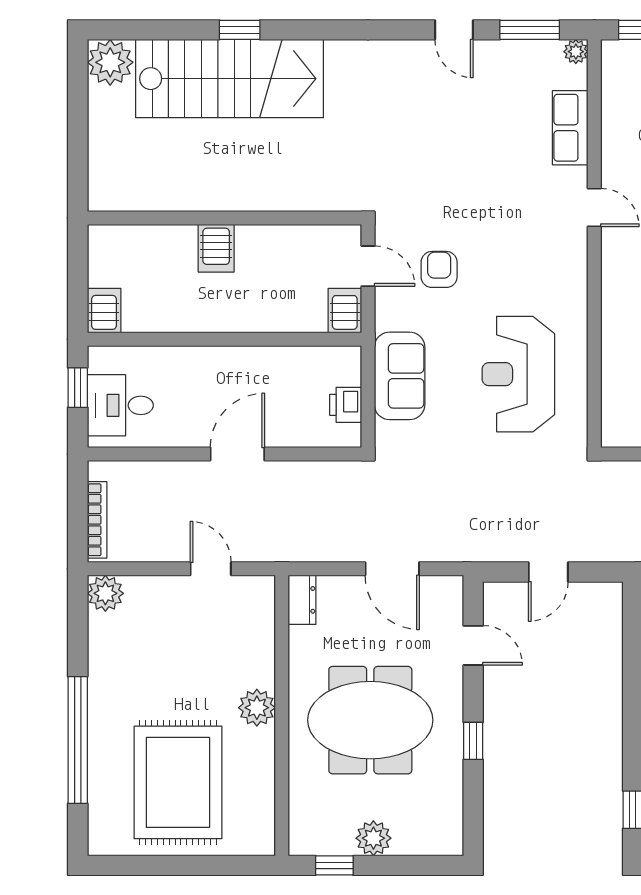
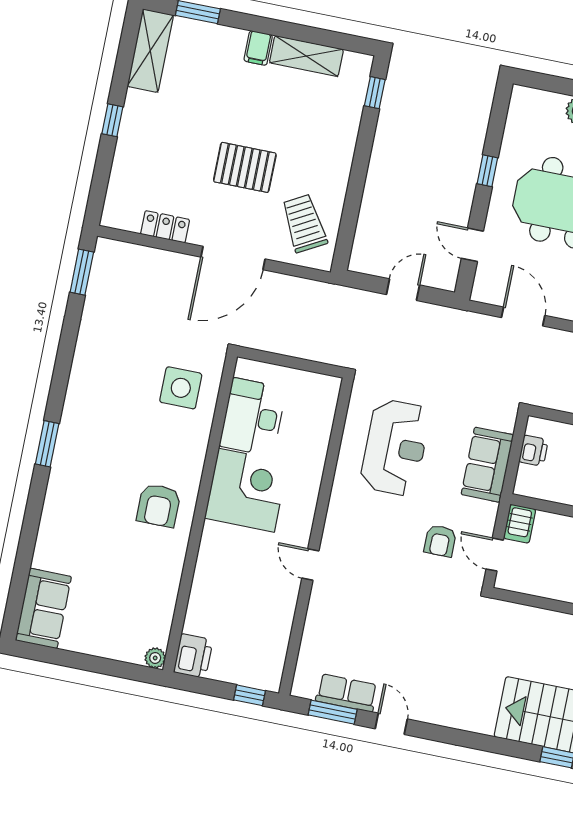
plant: (576, 52) -> (300, 688), removed
row of seats: (570, 128) -> (347, 693), moved, turned -90

